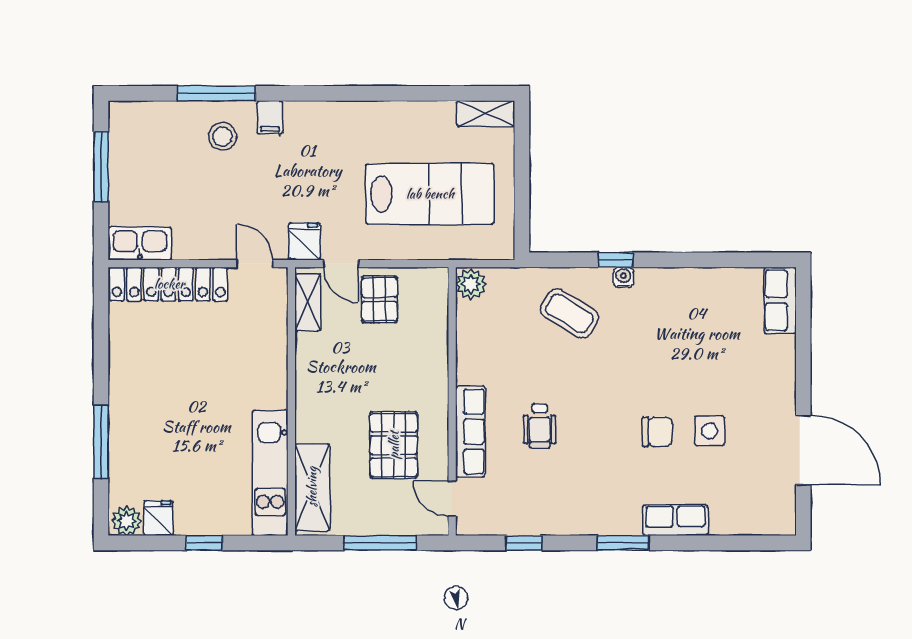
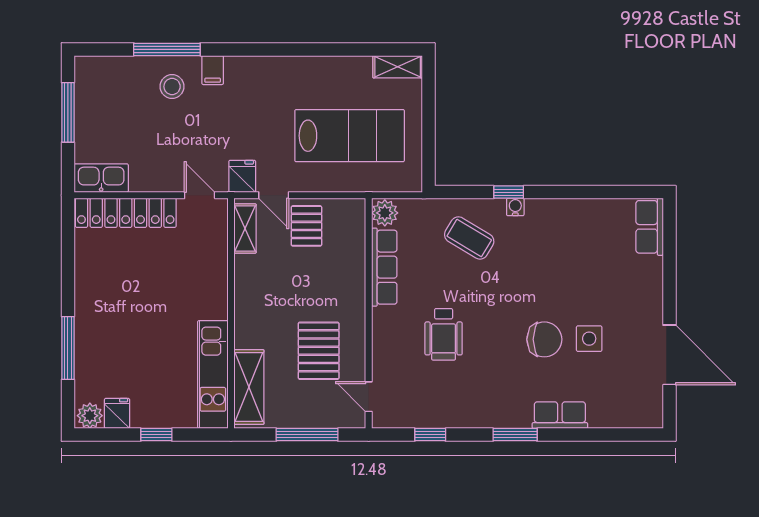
wheelchair: (540, 426) -> (444, 334), width x1.36, depth x1.37
row of seats: (470, 432) -> (384, 267), moved
chair: (657, 432) -> (544, 339), width x1.37, depth x1.37

